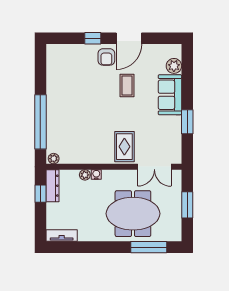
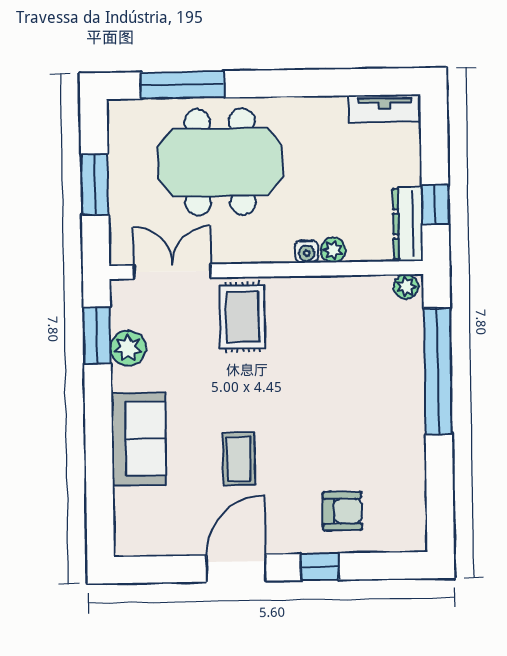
armchair: (106, 57) -> (342, 511), moved, turned 90
plant: (174, 66) -> (128, 348), moved
window: (187, 122) -> (97, 335), moved

